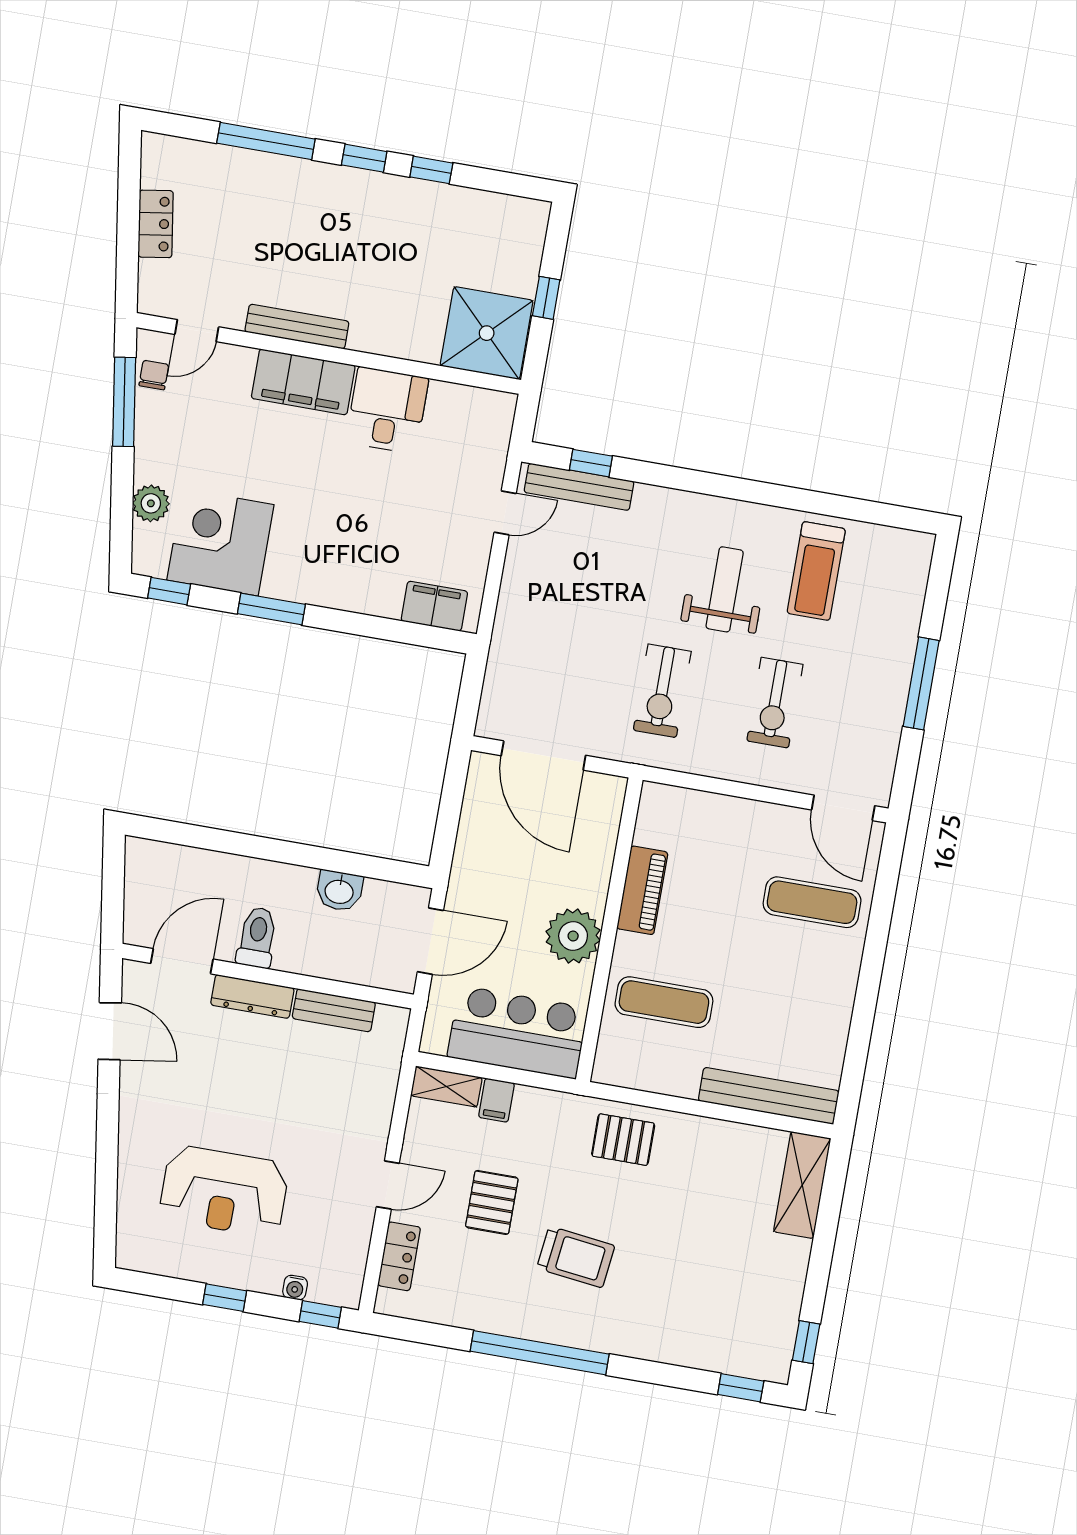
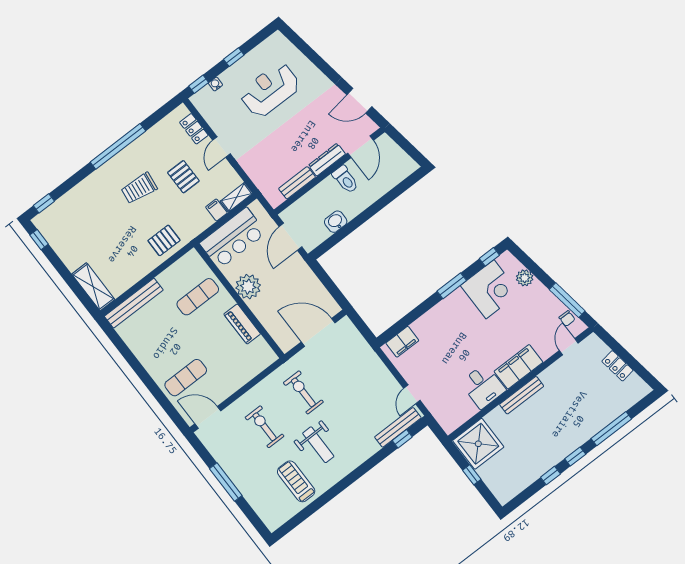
bench: (297, 327) -> (522, 395), moved

